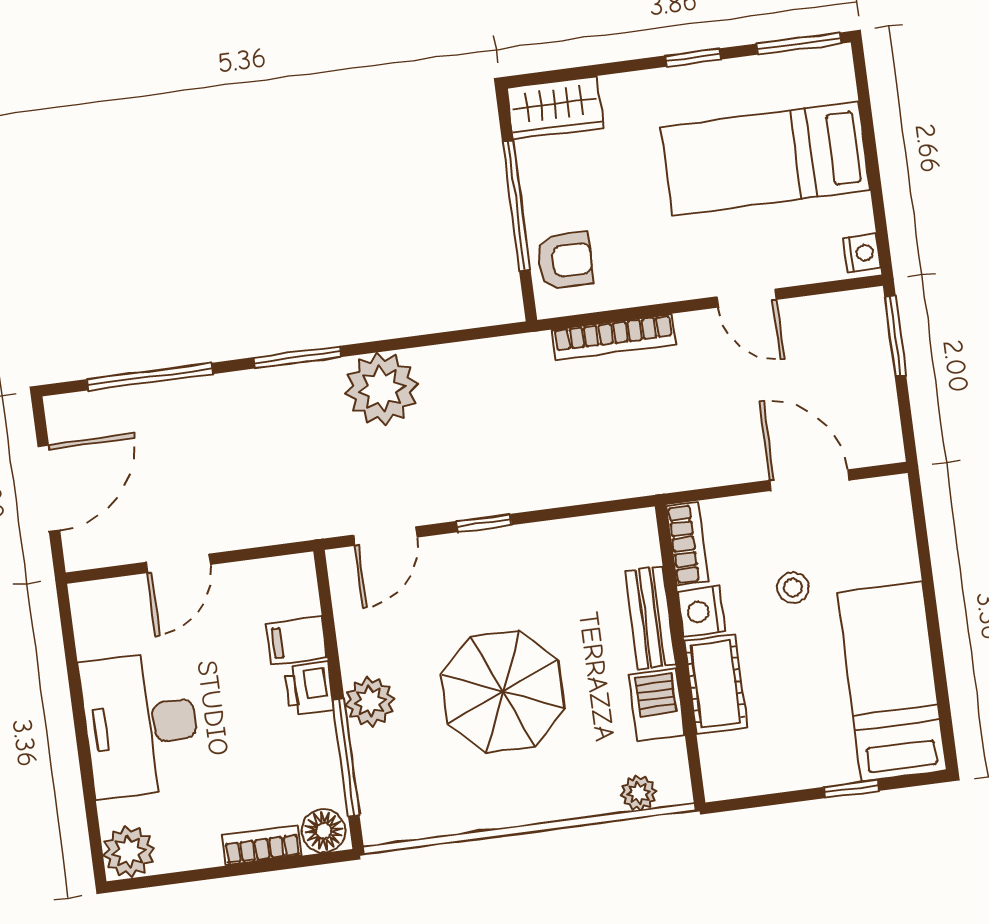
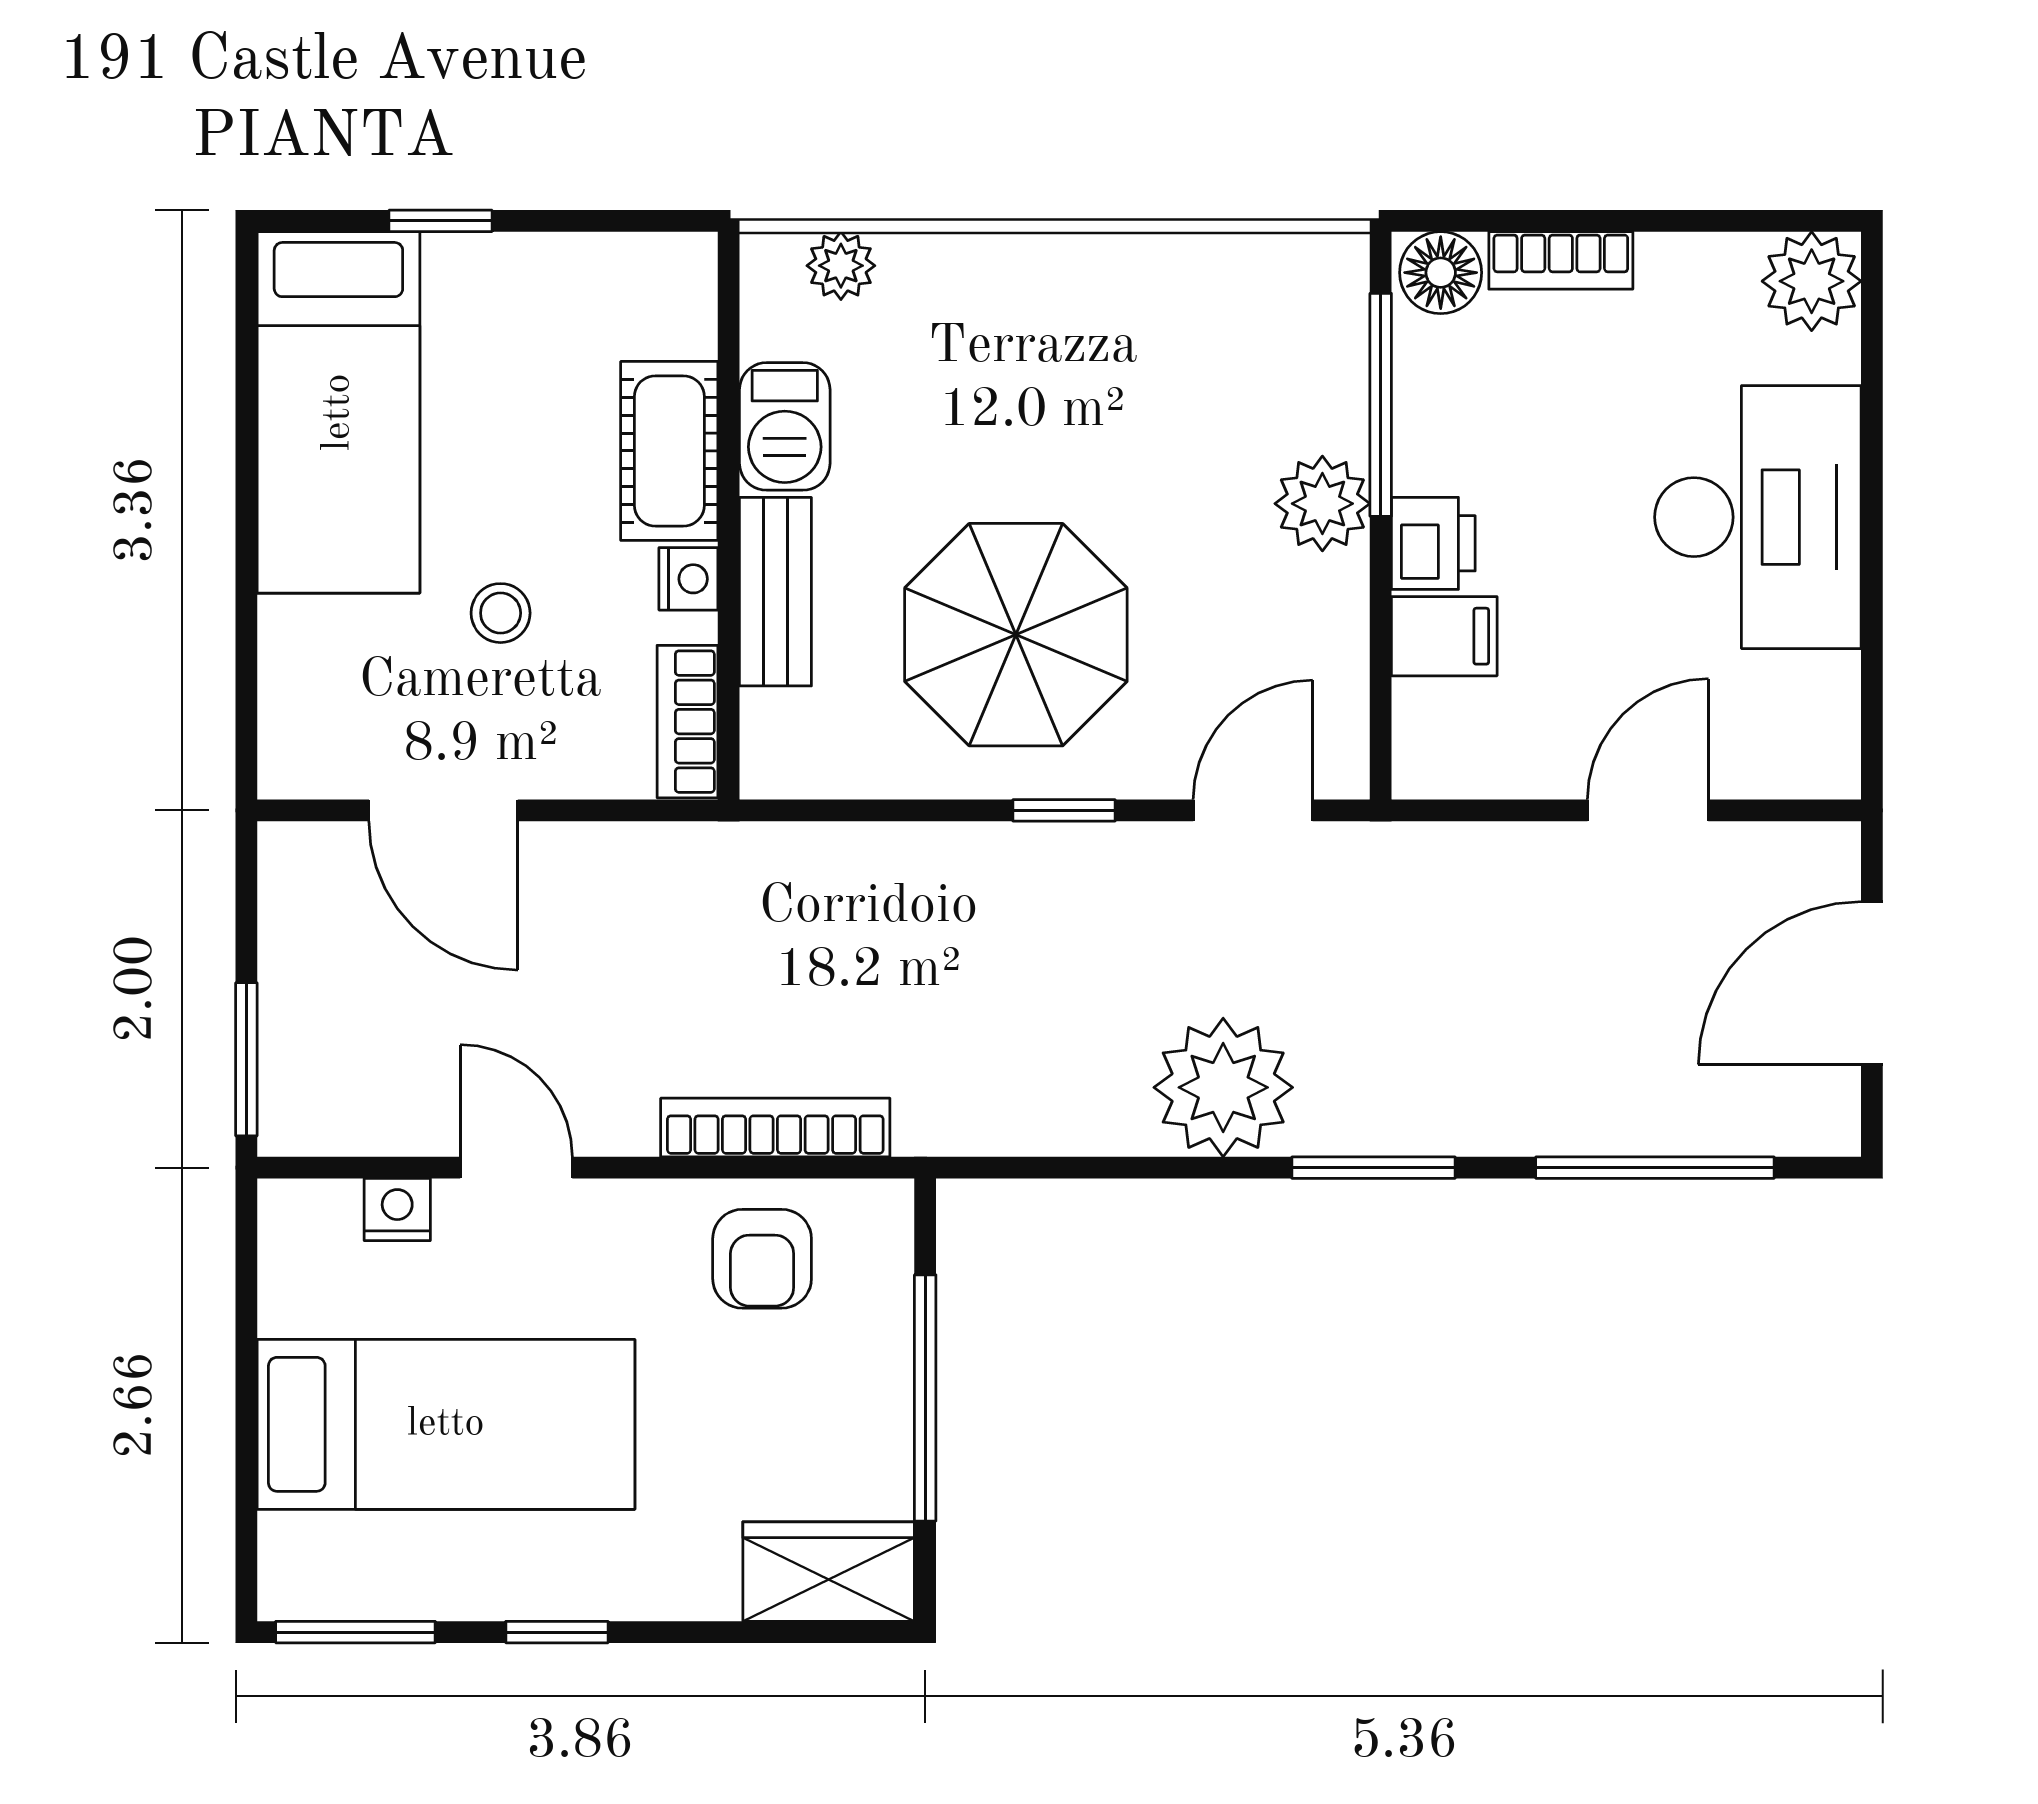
nightstand: (862, 253) -> (397, 1210), moved, turned 90
armchair: (565, 261) -> (762, 1259), moved, turned -90
nightstand: (701, 611) -> (688, 579), width x0.72, depth x0.74
parasol: (503, 692) -> (1016, 635), moved

